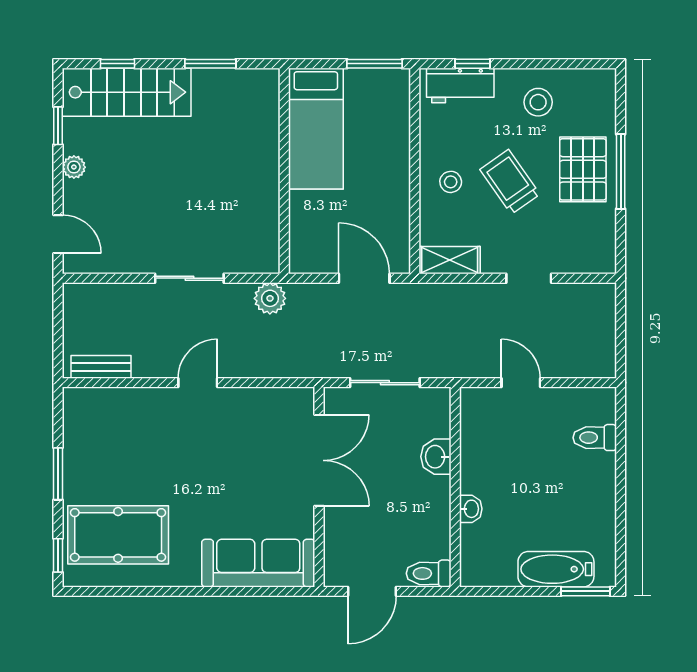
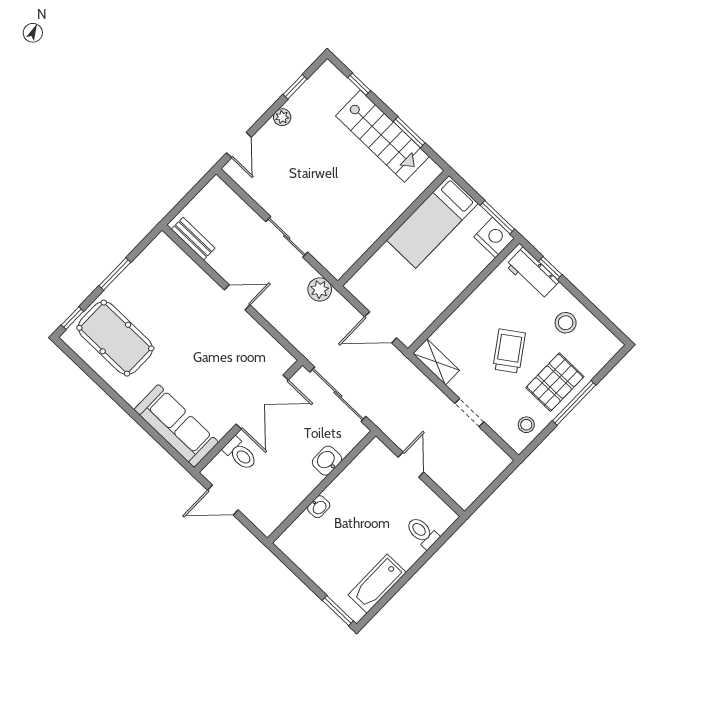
nightstand: (390, 86) -> (494, 237), added
stairs: (127, 92) -> (382, 136), moved
stool: (451, 182) -> (526, 425), moved
door: (364, 278) -> (381, 327), swing flipped
sliding door: (385, 383) -> (338, 394), width x1.37
bathtub: (556, 569) -> (377, 584), moved, turned -90
toilet: (429, 573) -> (240, 454), moved, turned 180

